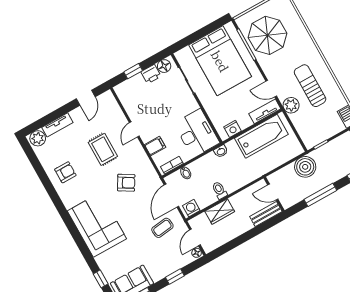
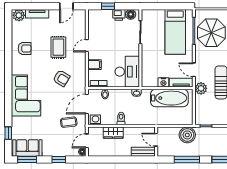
bed: (220, 61) -> (175, 32), width x0.67
nightstand: (233, 129) -> (163, 82), moved

